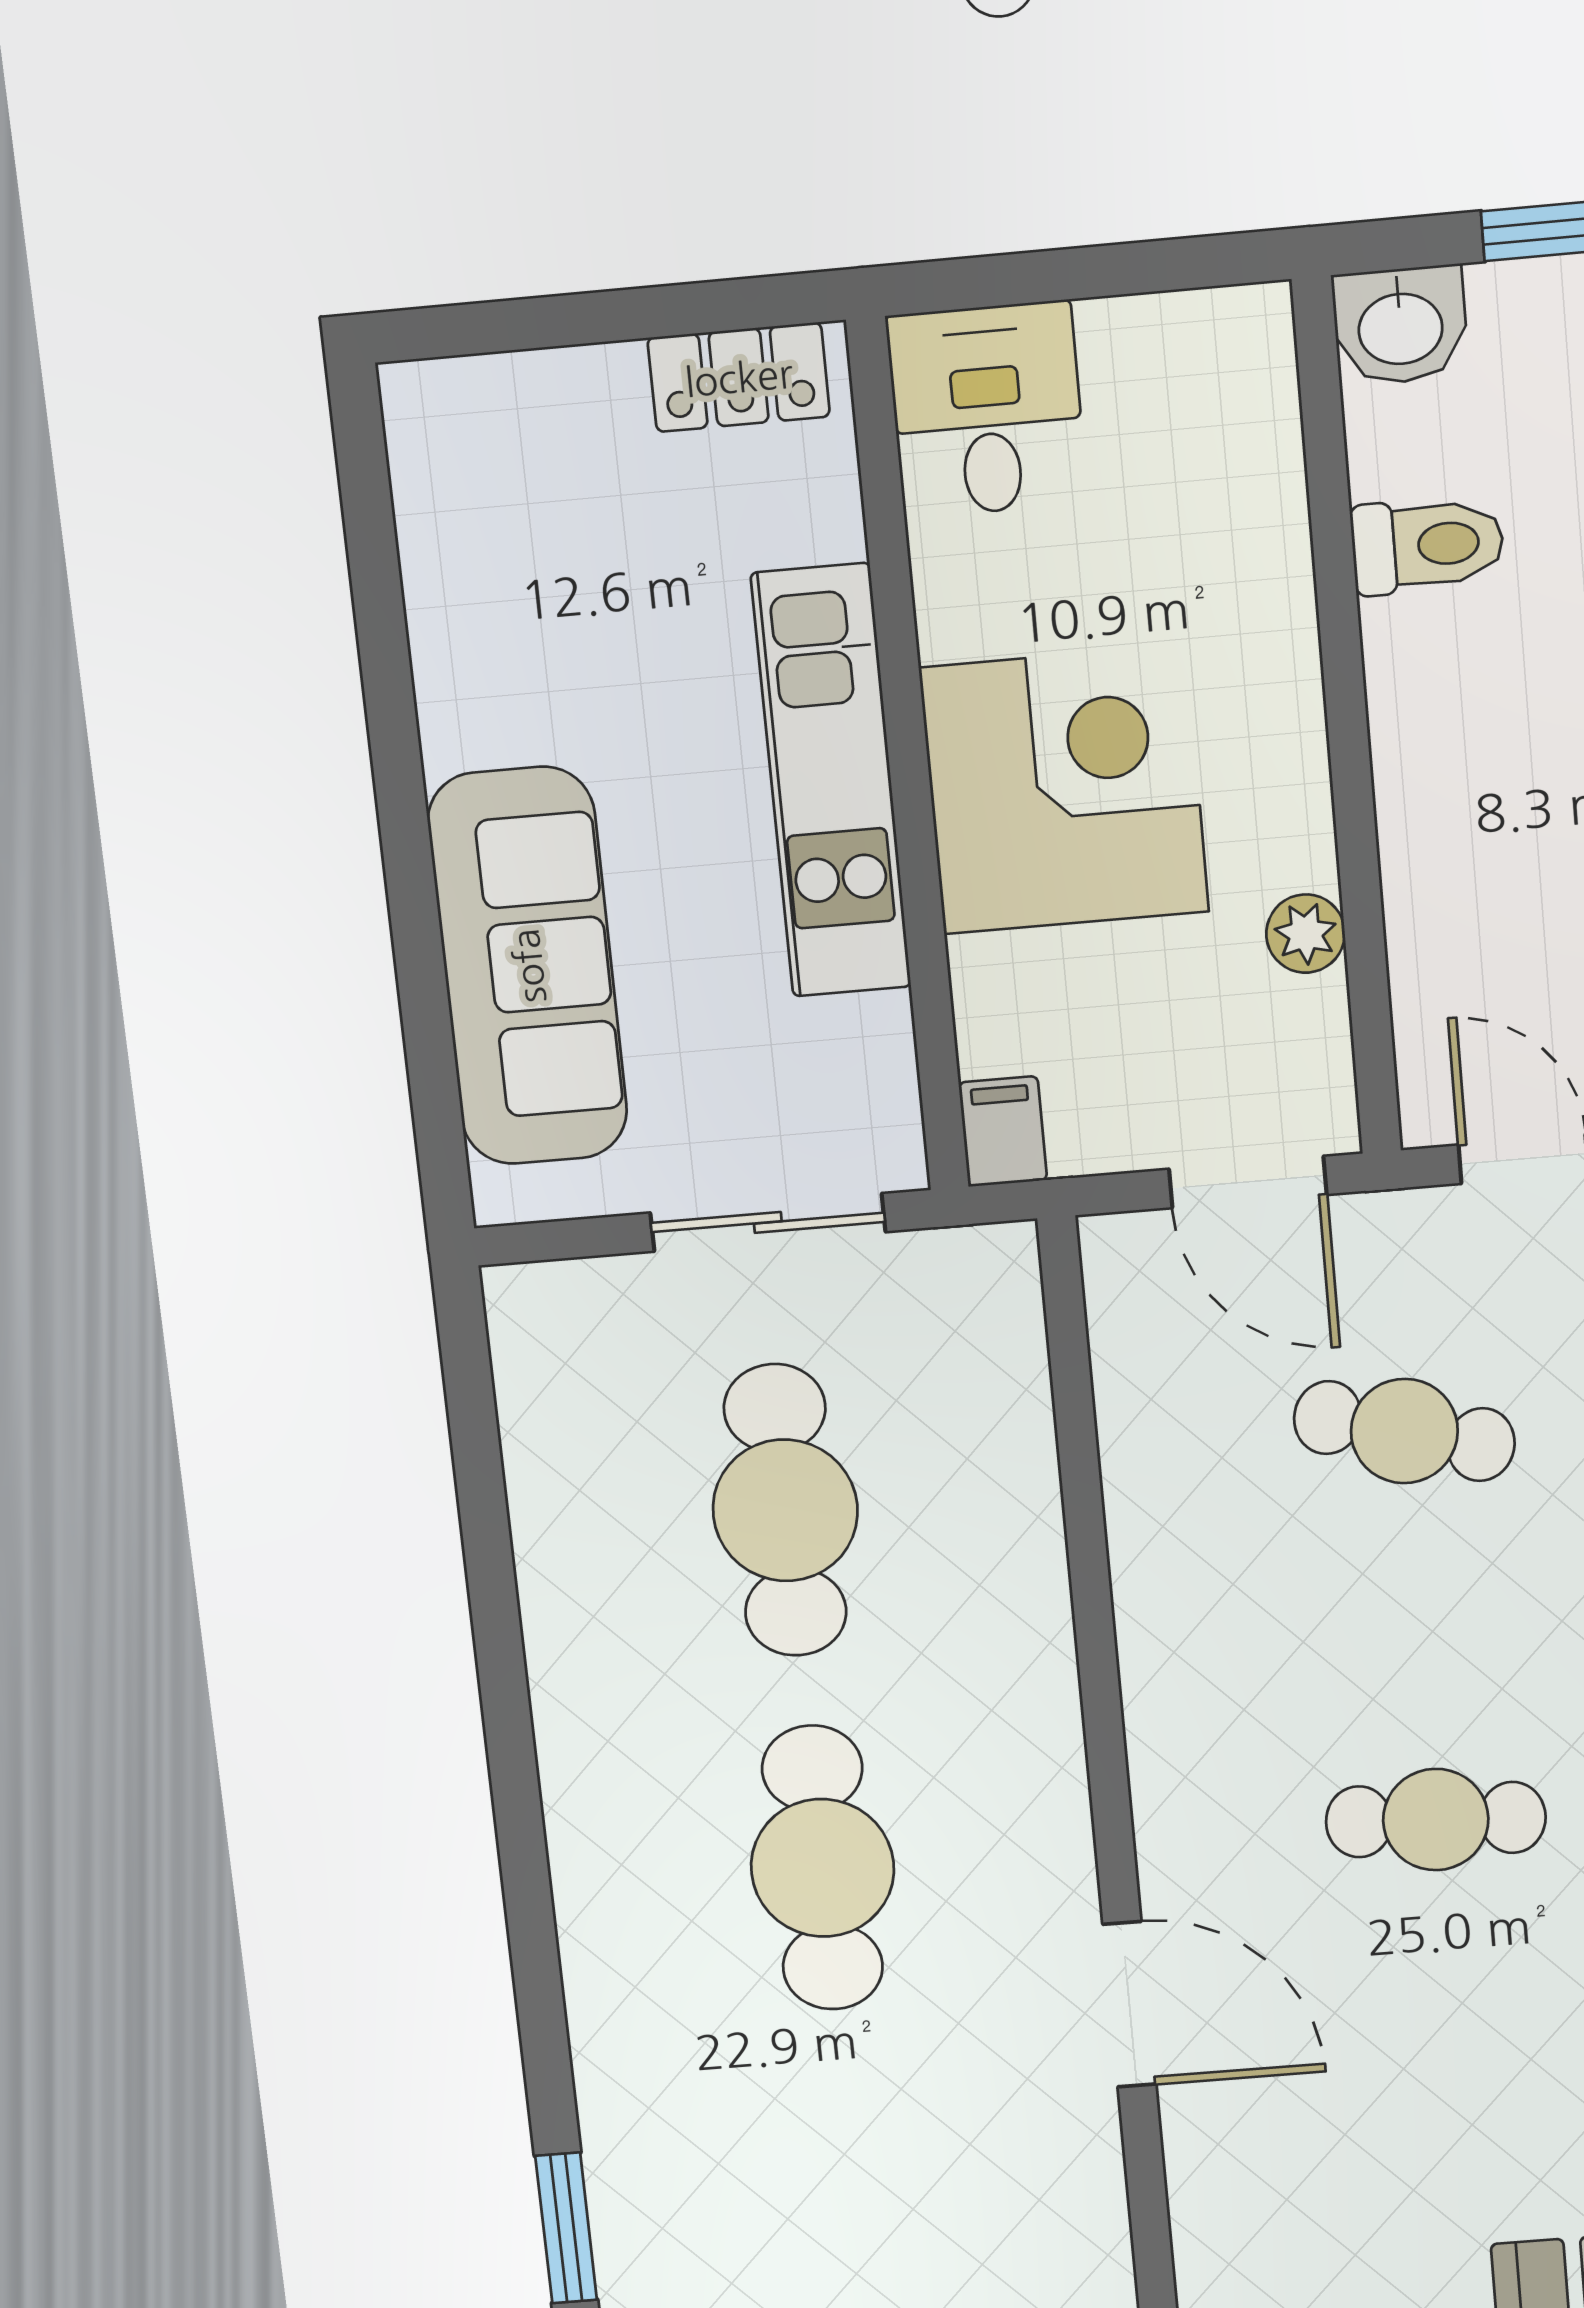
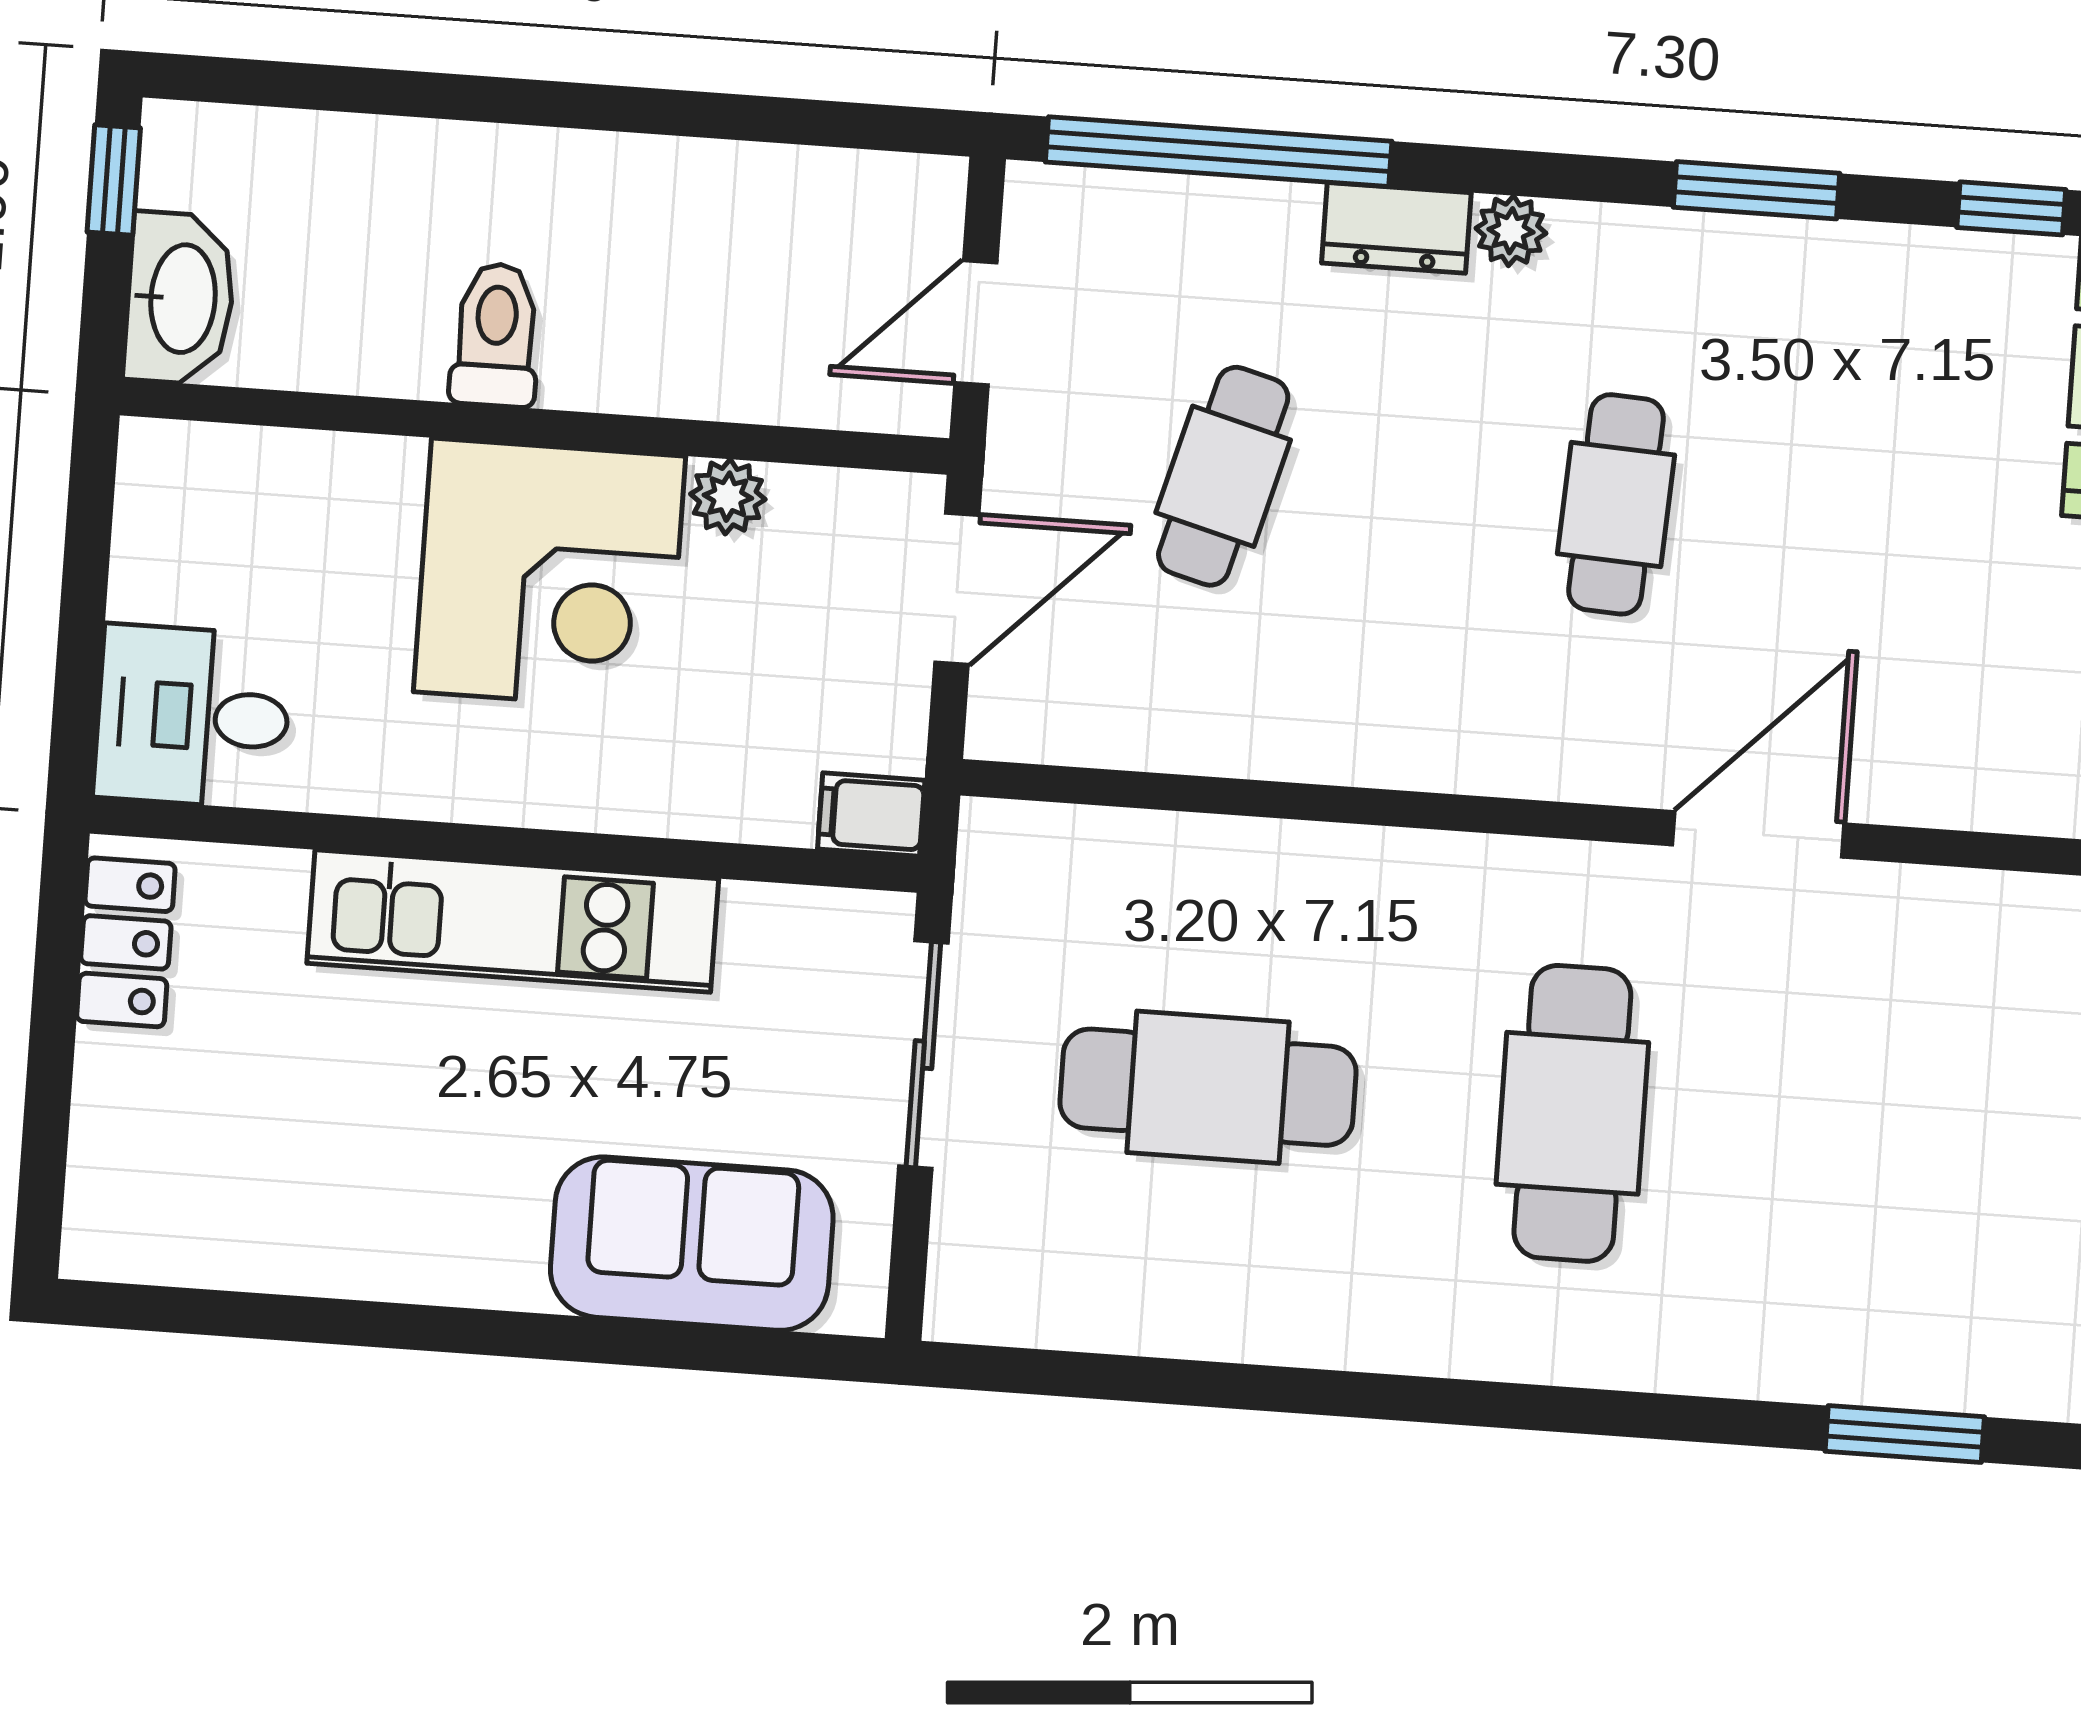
washbasin: (1400, 326) -> (180, 298), width x1.38
toilet: (1428, 545) -> (496, 335), moved
corner desk: (1064, 790) -> (550, 574), moved, turned 180
sofa: (528, 966) -> (692, 1244), width x0.73
cafe table: (823, 1868) -> (1572, 1113), turned 90

